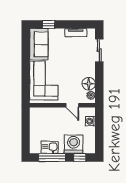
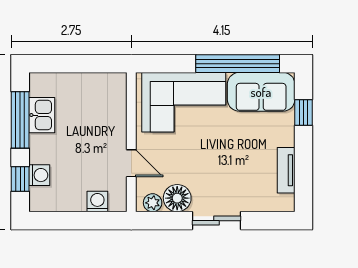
sliding door: (99, 50) -> (216, 221), moved
window: (26, 55) -> (238, 64), added
door: (72, 105) -> (131, 163), swing flipped
washing machine: (74, 144) -> (39, 175), width x0.53, depth x0.53

